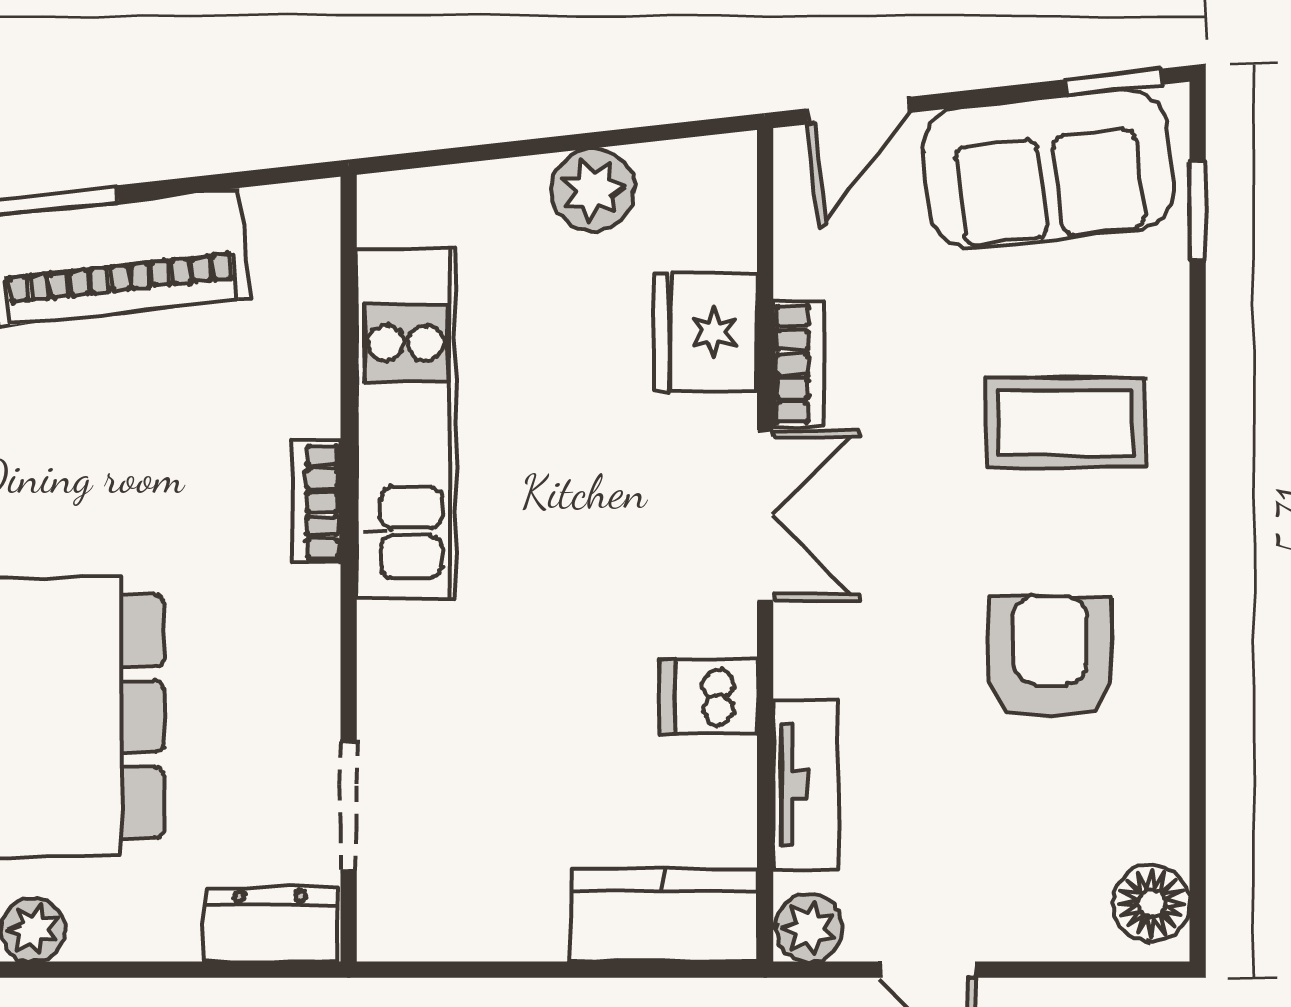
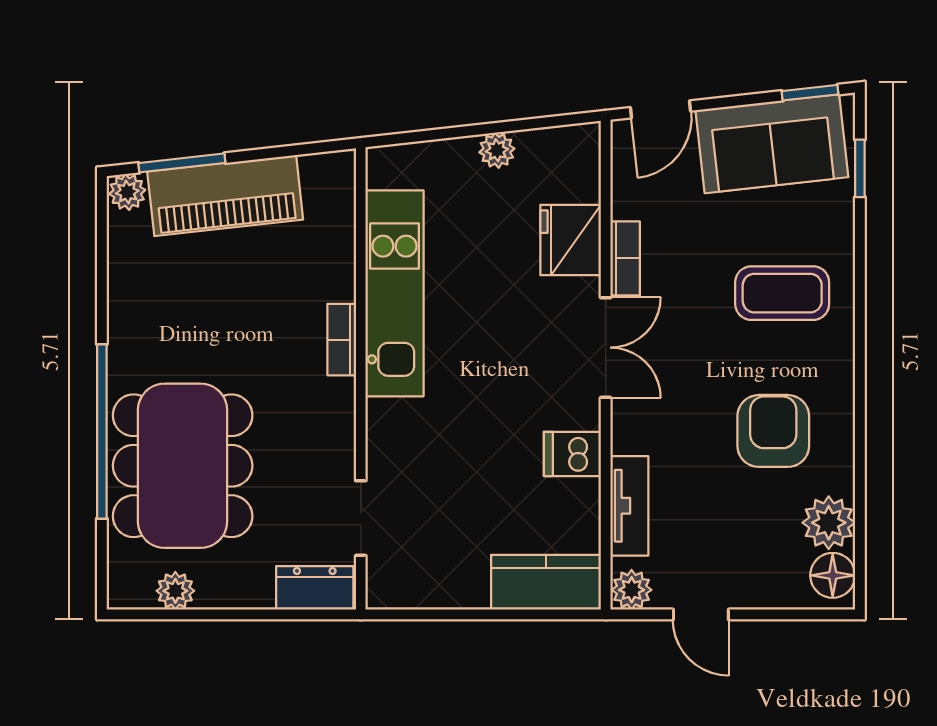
plant: (593, 190) -> (497, 150), width x0.73, depth x0.73
plant: (1145, 814) -> (829, 523), added

